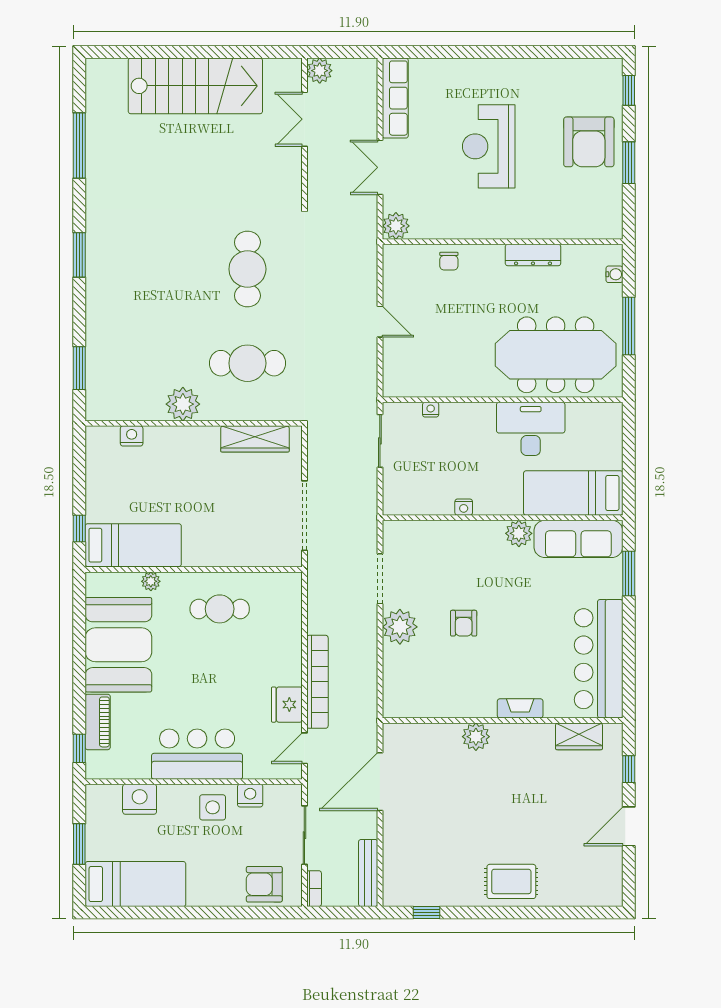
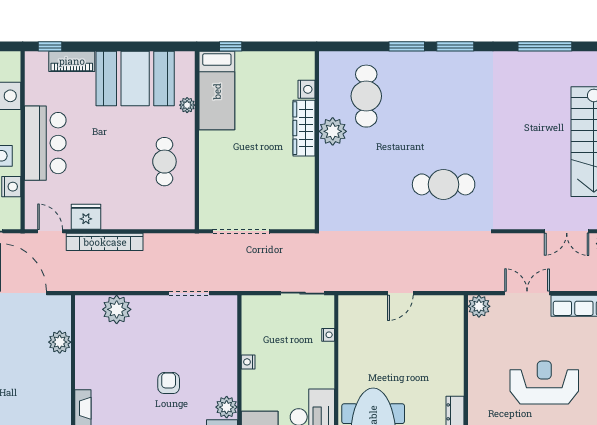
double door: (304, 119) -> (567, 231), swing flipped
chair: (449, 261) -> (450, 350), removed
cafe table: (247, 363) -> (366, 96), moved
window: (79, 368) -> (407, 46), moved
wardrobe: (255, 439) -> (304, 128), moved
armchair: (464, 623) -> (169, 383), moved, turned 90
plant: (400, 627) -> (117, 309), moved
plant: (476, 737) -> (60, 342), moved

